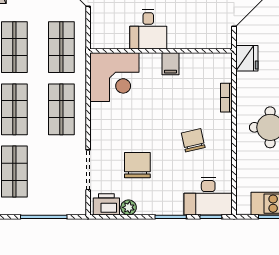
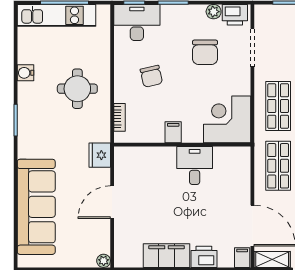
desk: (148, 29) -> (195, 166), moved
wall: (161, 51) -> (182, 145), moved
filing cabinet: (170, 64) -> (173, 132), moved
corner desk: (114, 77) -> (227, 119), moved

